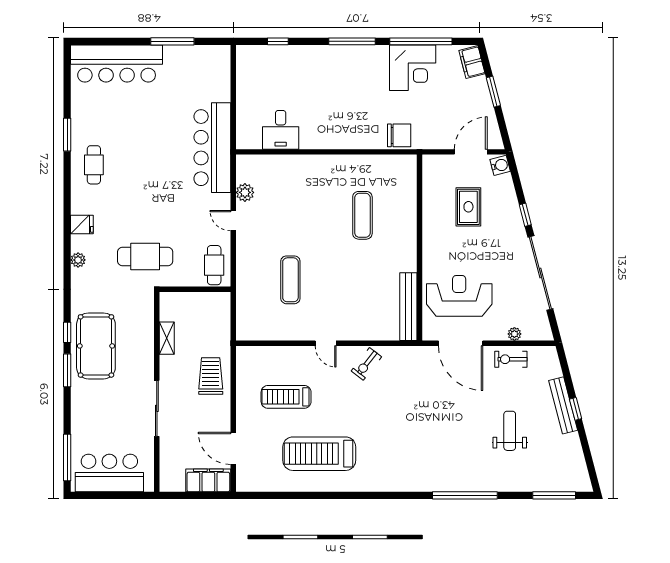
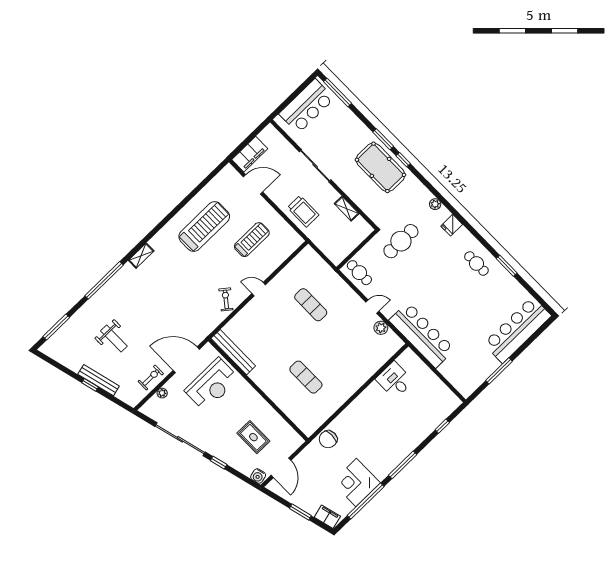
shelving: (407, 484) -> (141, 256), added

